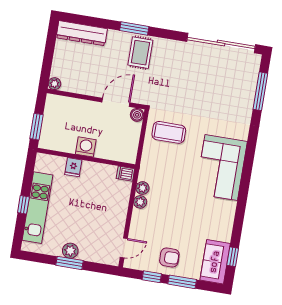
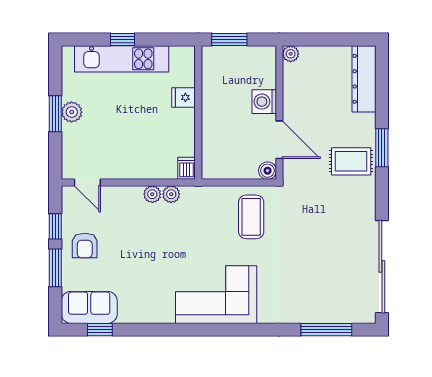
washing machine: (86, 147) -> (264, 102), moved, turned 180

